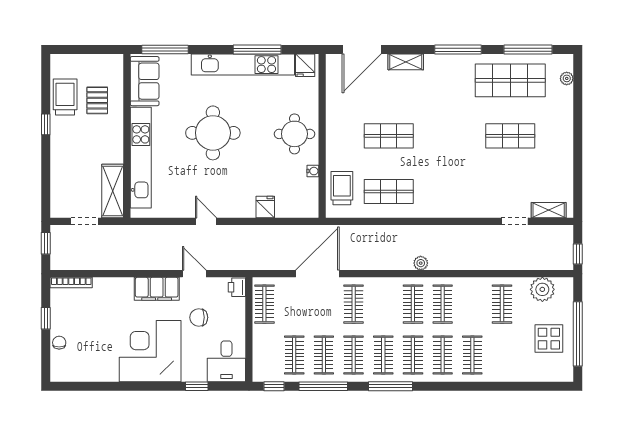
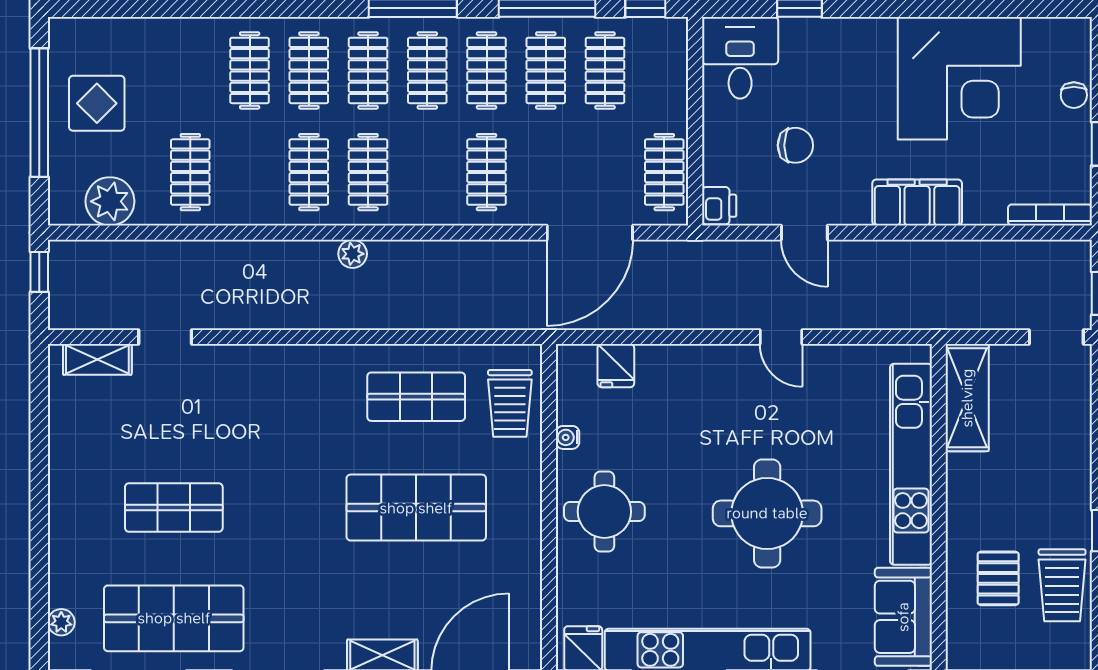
shop shelf: (389, 136) -> (416, 508), width x1.43, depth x1.36
fridge: (265, 207) -> (616, 366), moved
doorway: (84, 221) -> (1056, 337), moved
door: (317, 274) -> (590, 233), moved
filing cabinet: (157, 289) -> (917, 203), moved
corner desk: (150, 351) -> (959, 78), moved

